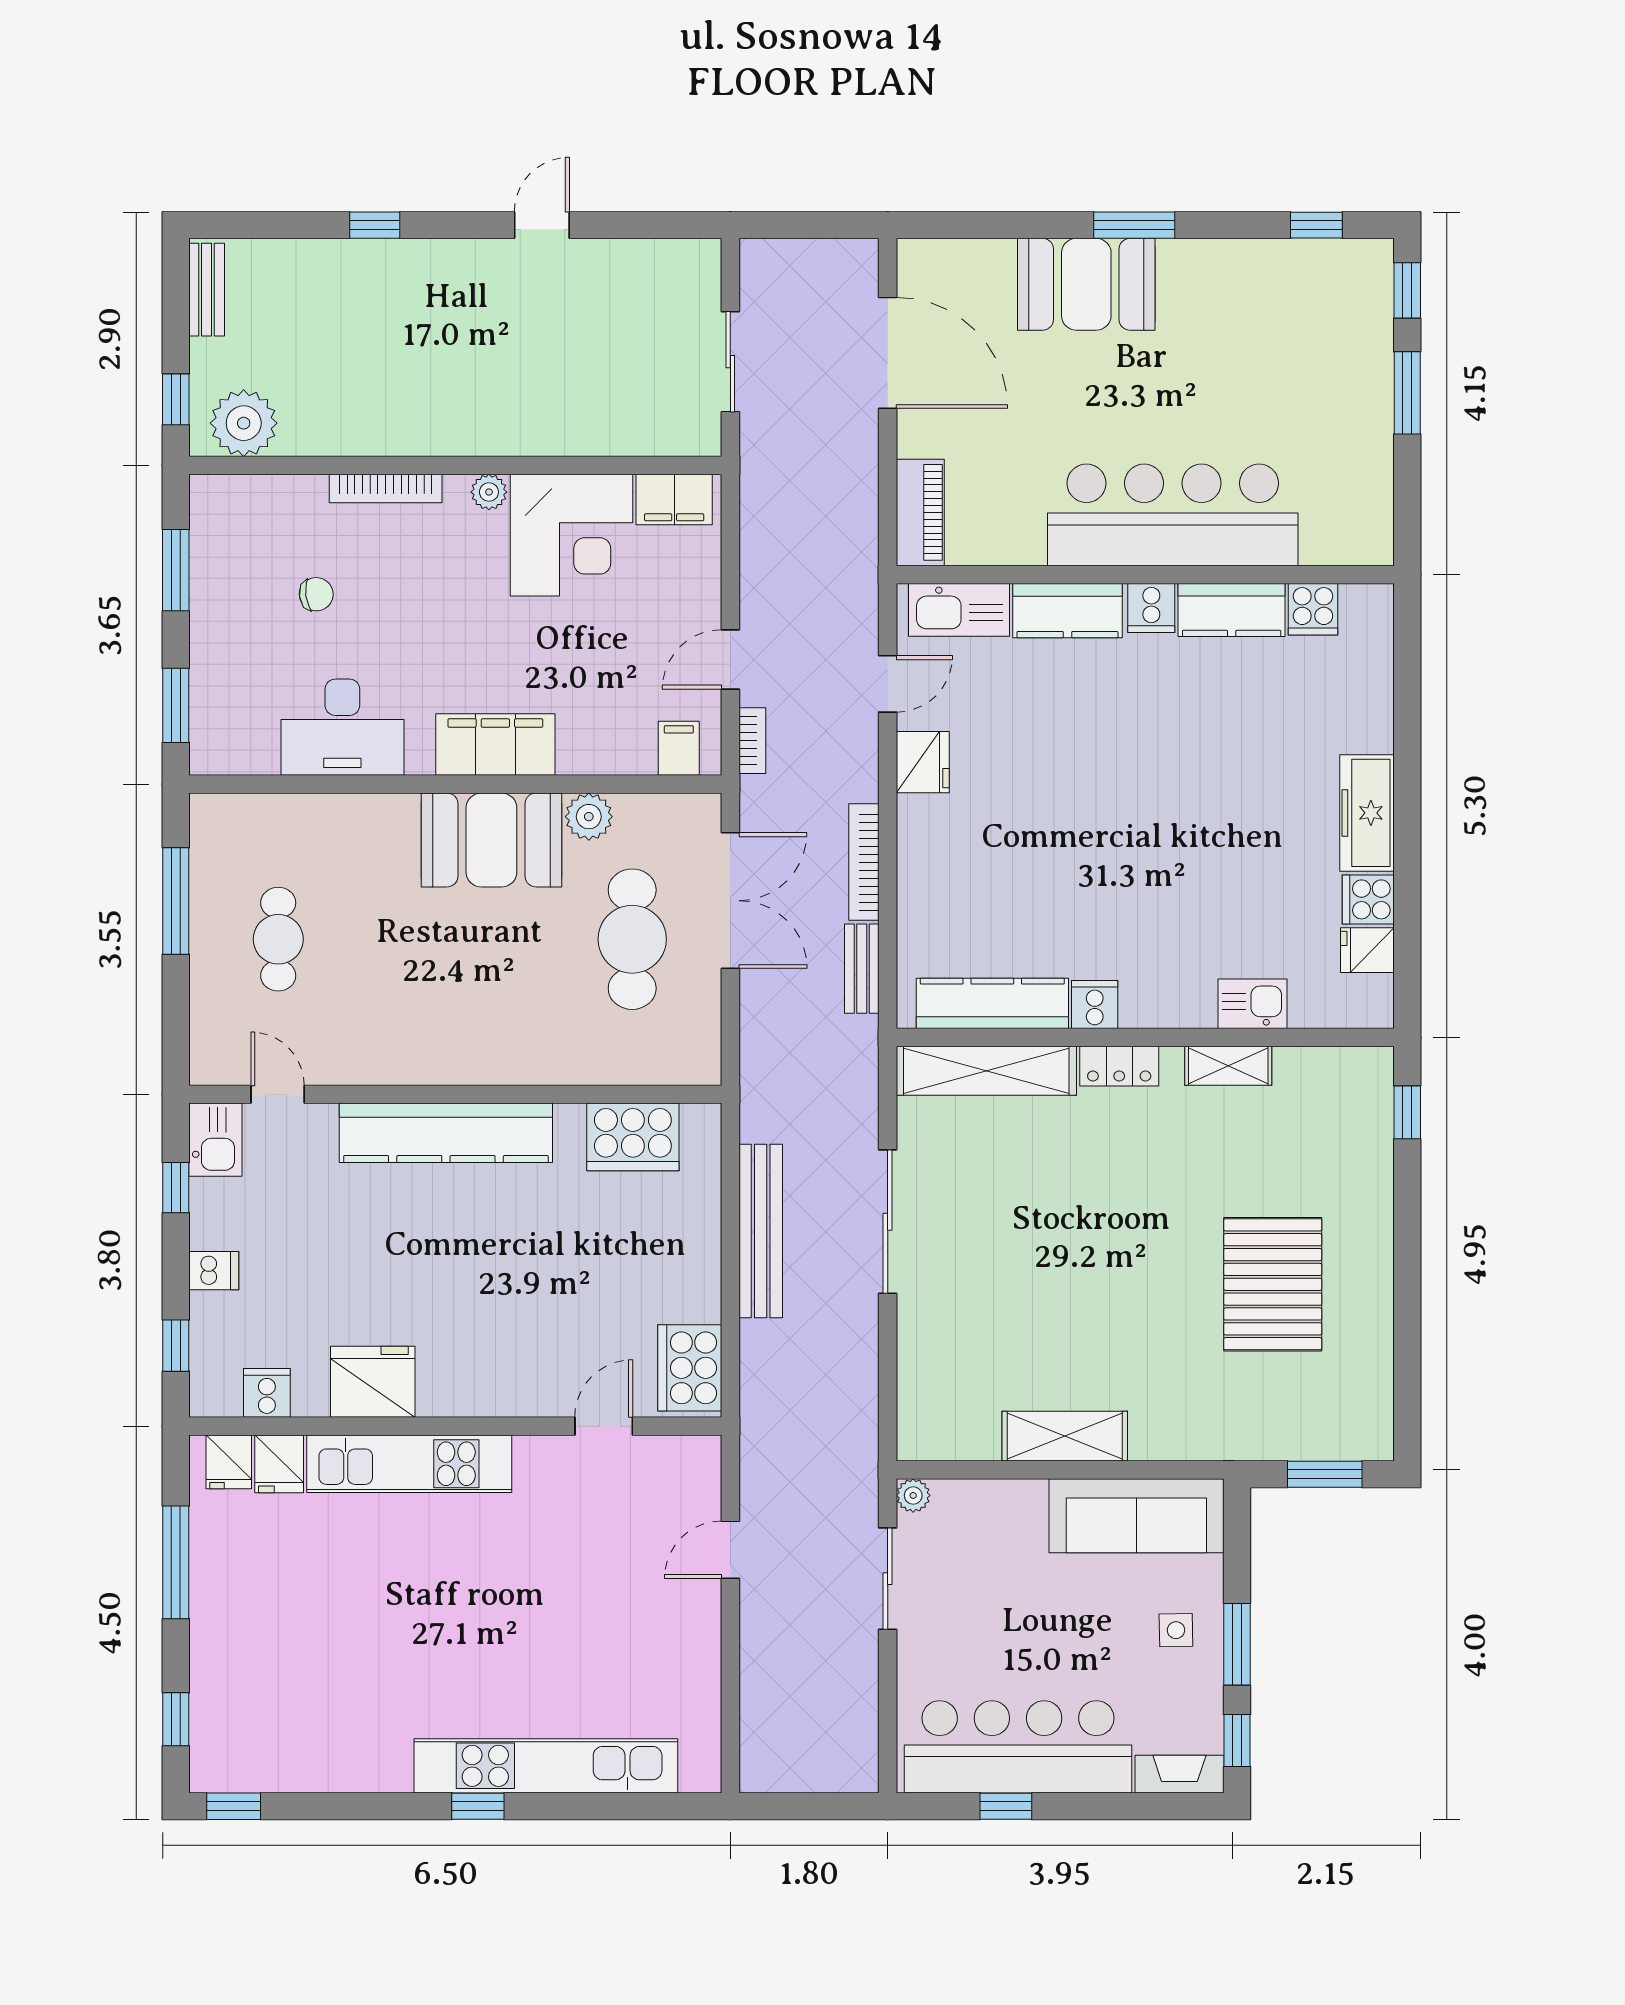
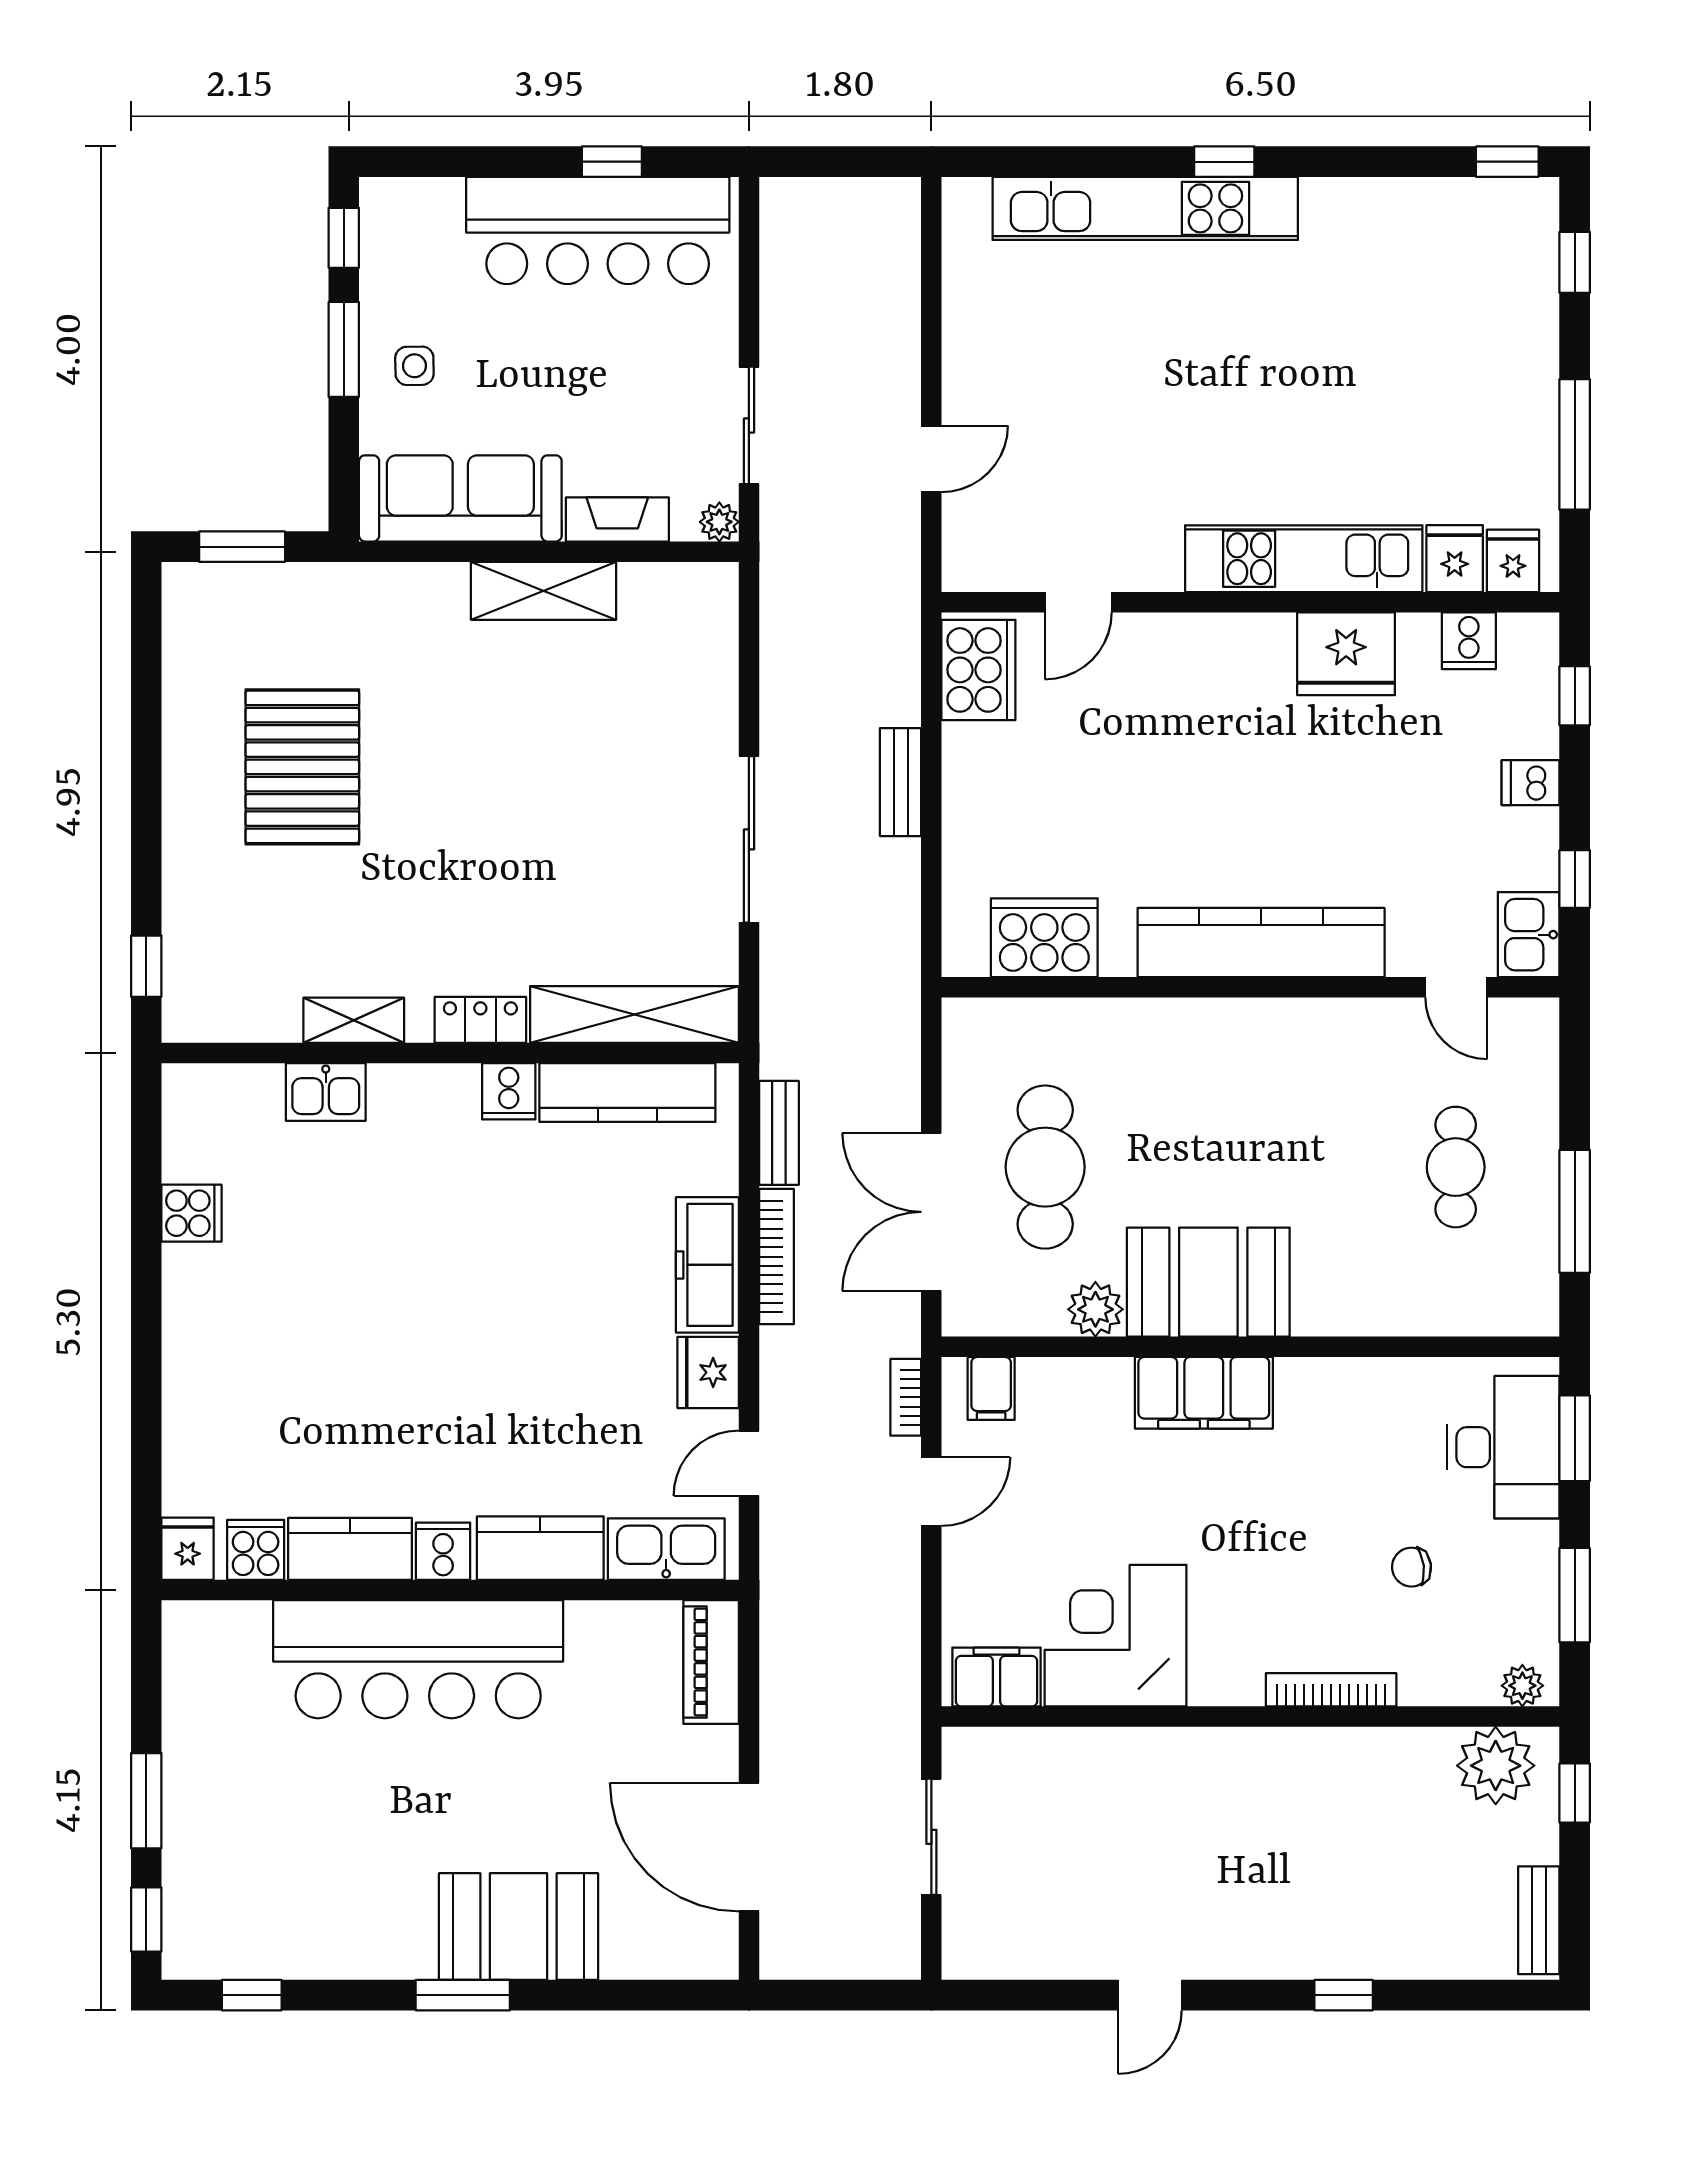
plant: (489, 492) -> (1522, 1686), moved
desk: (342, 727) -> (1503, 1447), moved, turned 90
freezer: (1367, 813) -> (707, 1265), moved, turned 180
fridge: (1367, 950) -> (188, 1549), moved, turned -90
bench: (761, 1231) -> (901, 782), width x0.54, depth x0.82
fireplace: (1179, 1774) -> (617, 520), moved, turned 180

